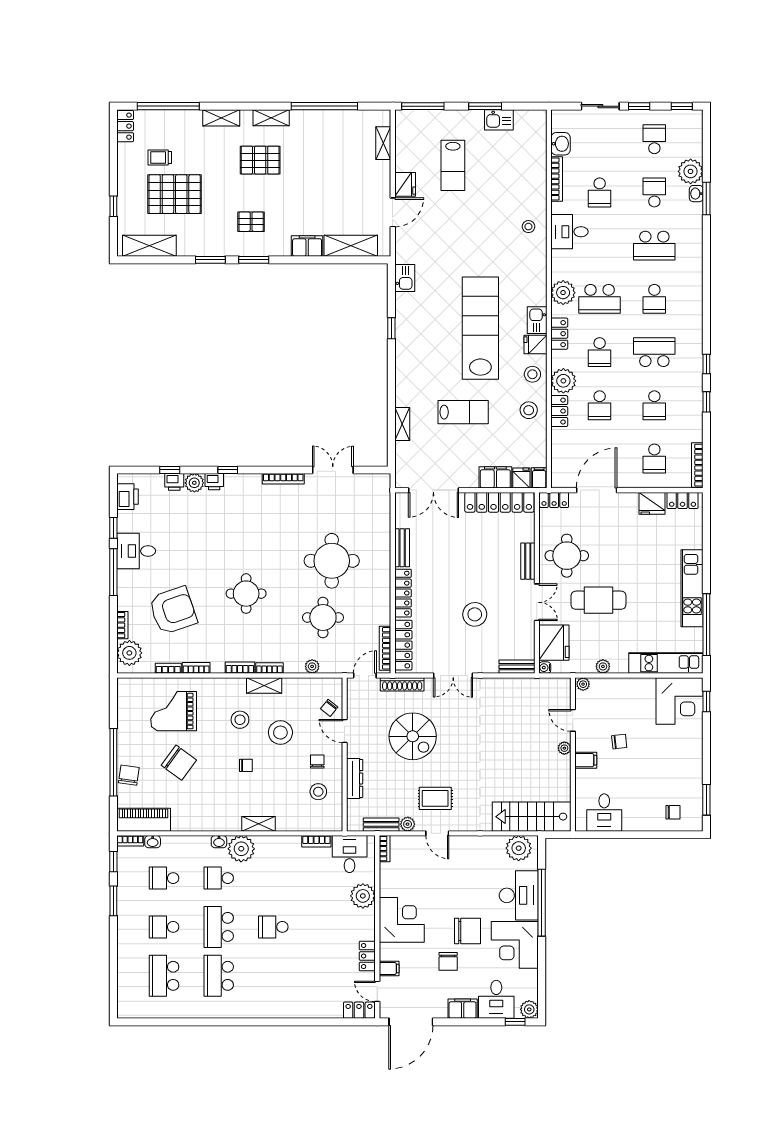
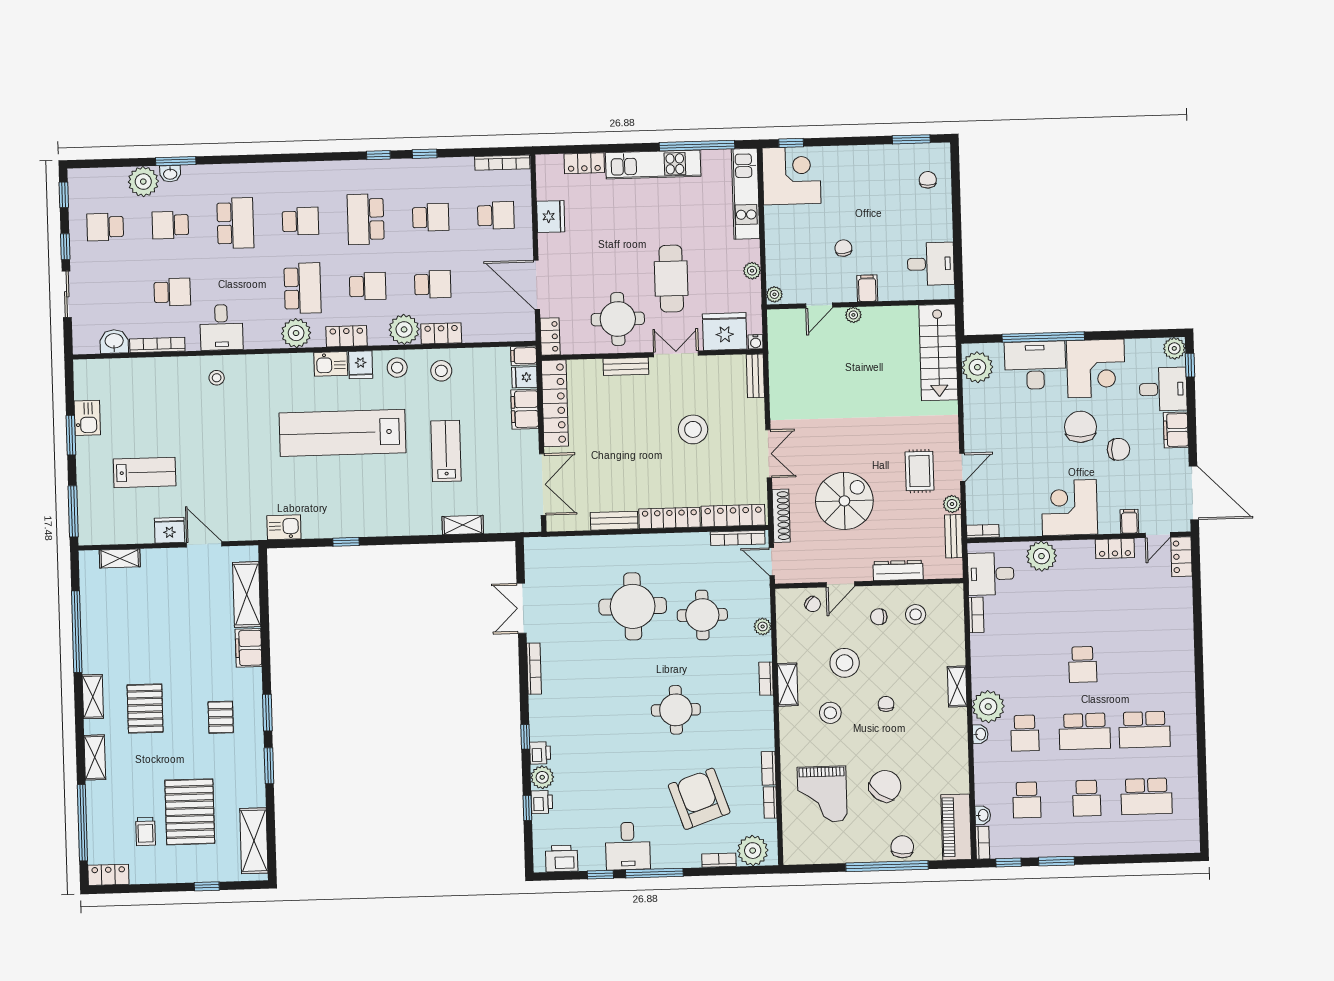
locker: (683, 500) -> (584, 163), moved, turned 90
bookcase: (240, 668) -> (767, 715), removed
chair: (129, 775) -> (902, 847), turned 87

